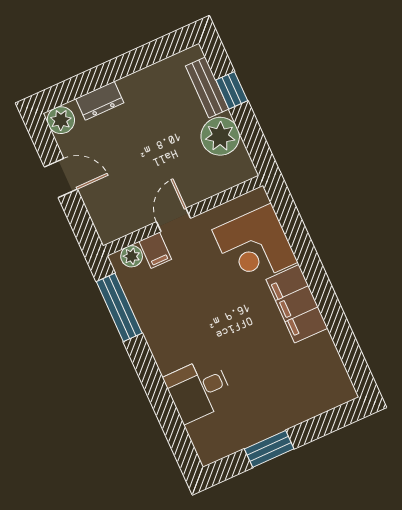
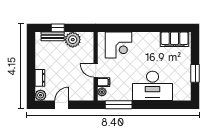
filing cabinet: (297, 304) -> (175, 39), moved
desk: (199, 390) -> (153, 86), width x1.87, depth x1.30

